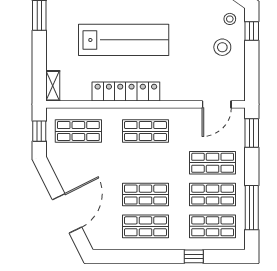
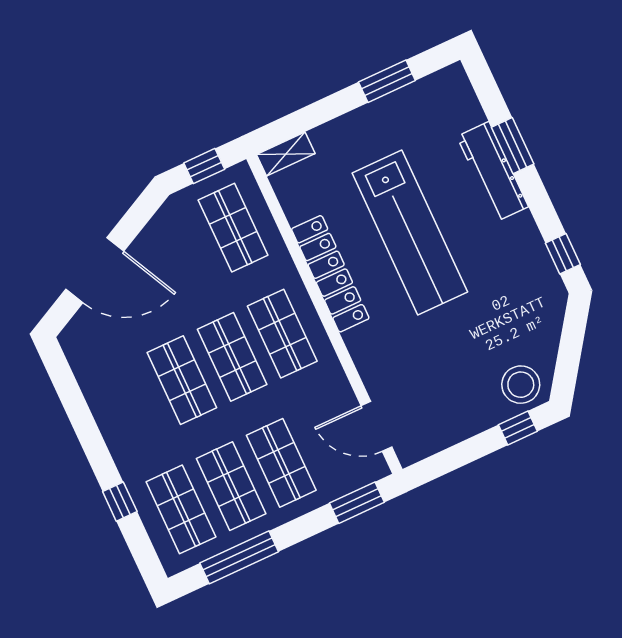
stool: (230, 19) -> (521, 385), width x1.89, depth x1.89
stool: (222, 47) -> (471, 393), removed
shop shelf: (145, 226) -> (232, 357), moved

